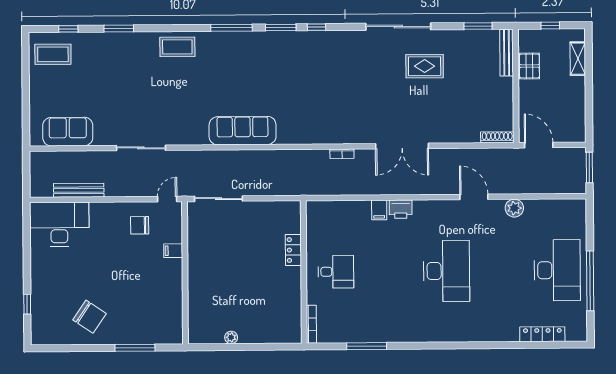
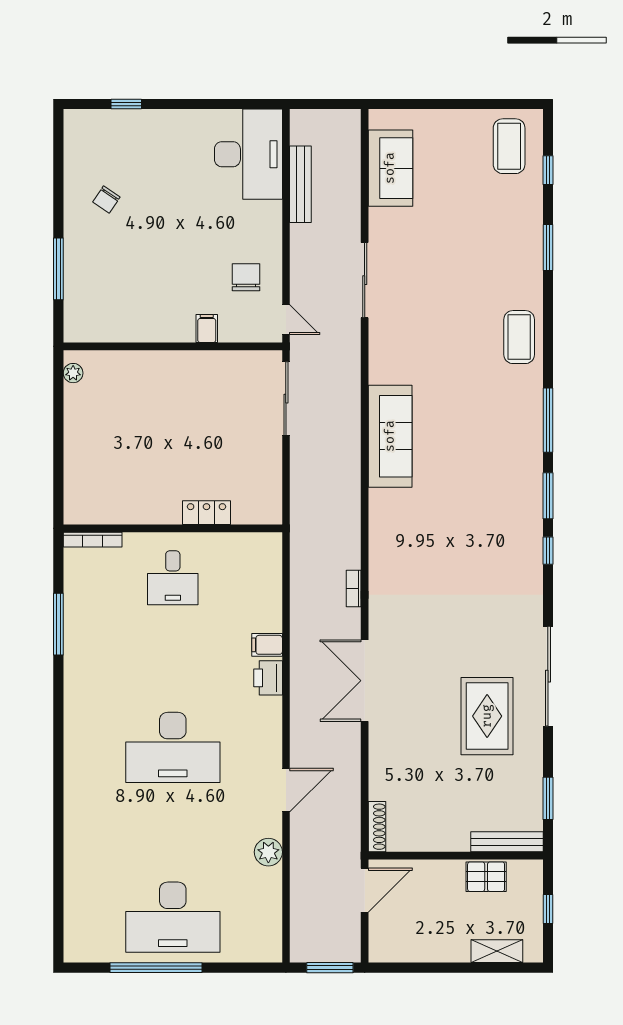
rug: (425, 66) -> (487, 716), width x1.36, depth x1.43
chair: (90, 317) -> (106, 200), width x0.54, depth x0.54
locker: (542, 334) -> (75, 894), removed
plant: (231, 337) -> (73, 373), moved

